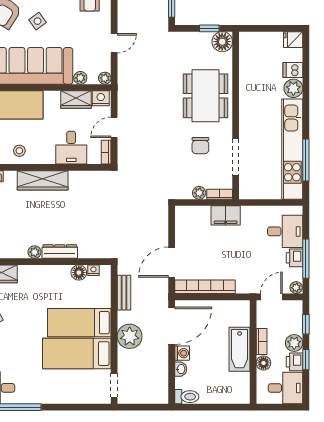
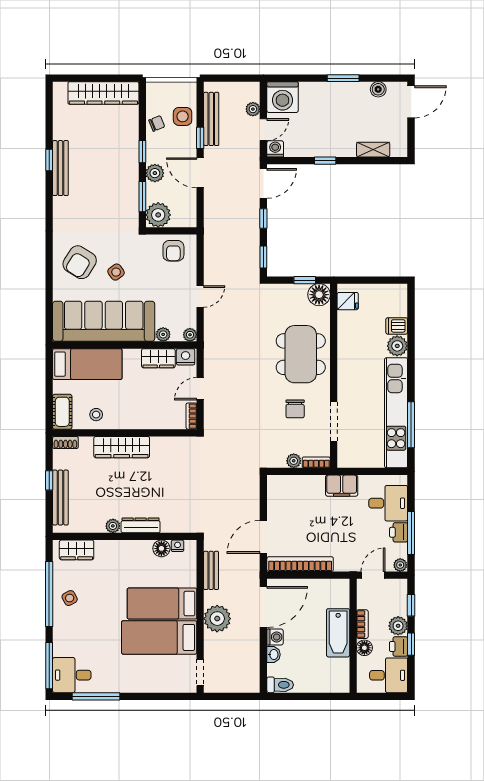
fridge: (293, 40) -> (348, 301), moved, turned 180
desk: (71, 148) -> (153, 411), removed
filing cabinet: (226, 215) -> (342, 486), moved

